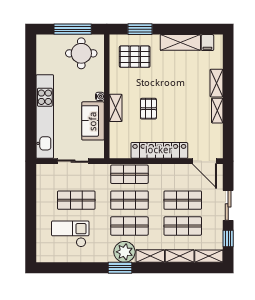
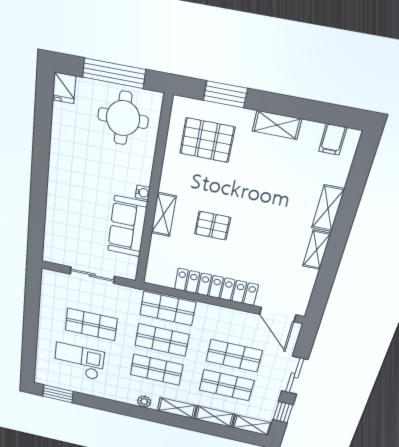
shelving: (180, 42) -> (277, 125), width x0.67, depth x0.75
fridge: (43, 43) -> (64, 88), added
pallet: (148, 109) -> (213, 226), turned 90
kitchen unit: (45, 117) -> (58, 206), removed
plant: (124, 252) -> (144, 402), width x0.53, depth x0.53
window: (120, 268) -> (58, 394), moved

